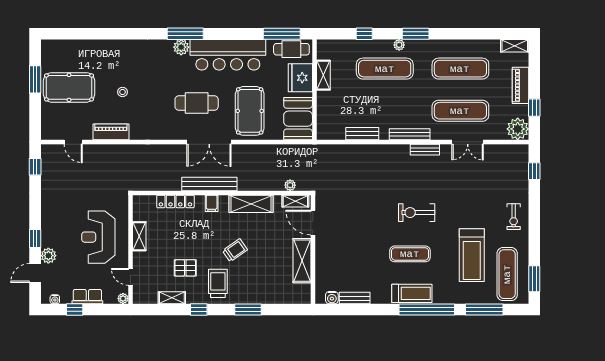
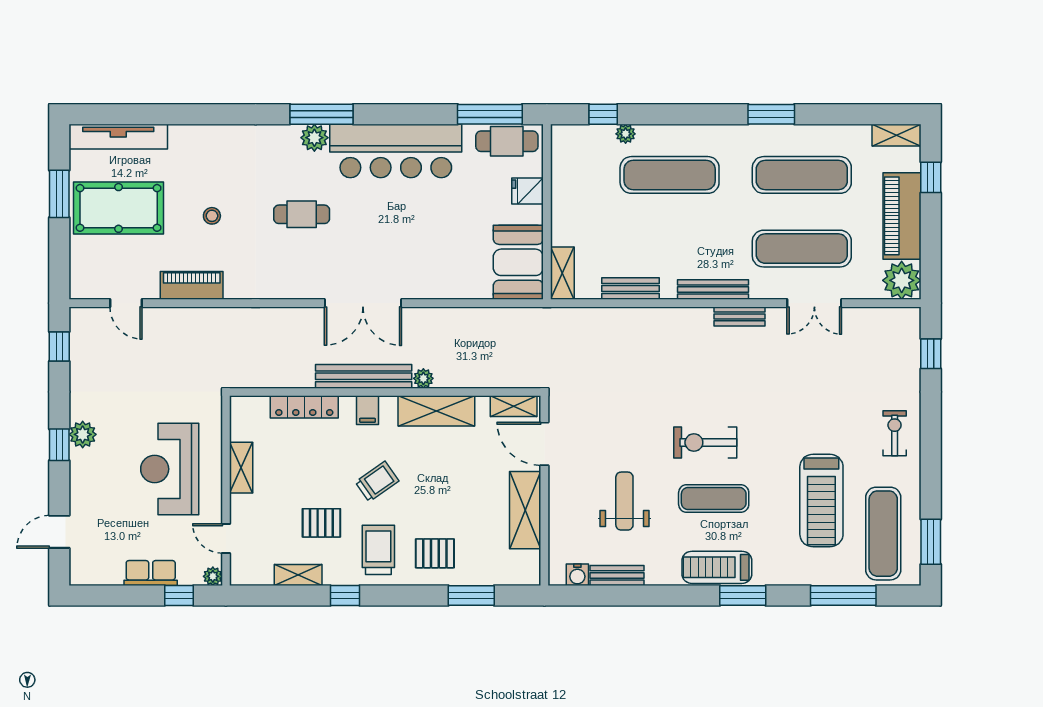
window: (364, 34) -> (603, 114), moved
window: (416, 34) -> (771, 114), moved
plant: (399, 45) -> (626, 134), moved
tv unit: (69, 47) -> (118, 137), added
shelving: (323, 75) -> (562, 273), moved
fridge: (300, 78) -> (528, 191), width x0.53, depth x0.75
piano: (521, 85) -> (902, 216), width x1.37, depth x1.33
cafe table: (197, 103) -> (302, 214), moved, width x0.73, depth x0.74
window: (534, 108) -> (931, 177), moved
pool table: (250, 111) -> (434, 249), removed
plant: (290, 185) -> (423, 378), moved
exercise bike: (417, 213) -> (705, 442), moved
exercise bike: (514, 217) -> (895, 433), turned 180
window: (35, 238) -> (59, 445), moved
trolley: (235, 250) -> (377, 482), moved
weight bench: (359, 255) -> (624, 501), added
plant: (48, 256) -> (83, 434), moved
pallet: (250, 285) -> (435, 553), added
treadmill: (412, 293) -> (717, 567), turned 180
water cooler: (55, 299) -> (94, 578), removed
window: (75, 310) -> (179, 596), moved
window: (248, 310) -> (471, 596), moved
window: (427, 310) -> (743, 596), width x0.47

